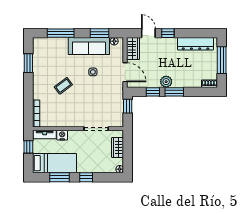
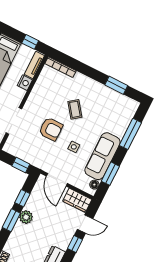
door: (125, 72) -> (57, 180), hinge flipped
armchair: (88, 97) -> (51, 129), added

